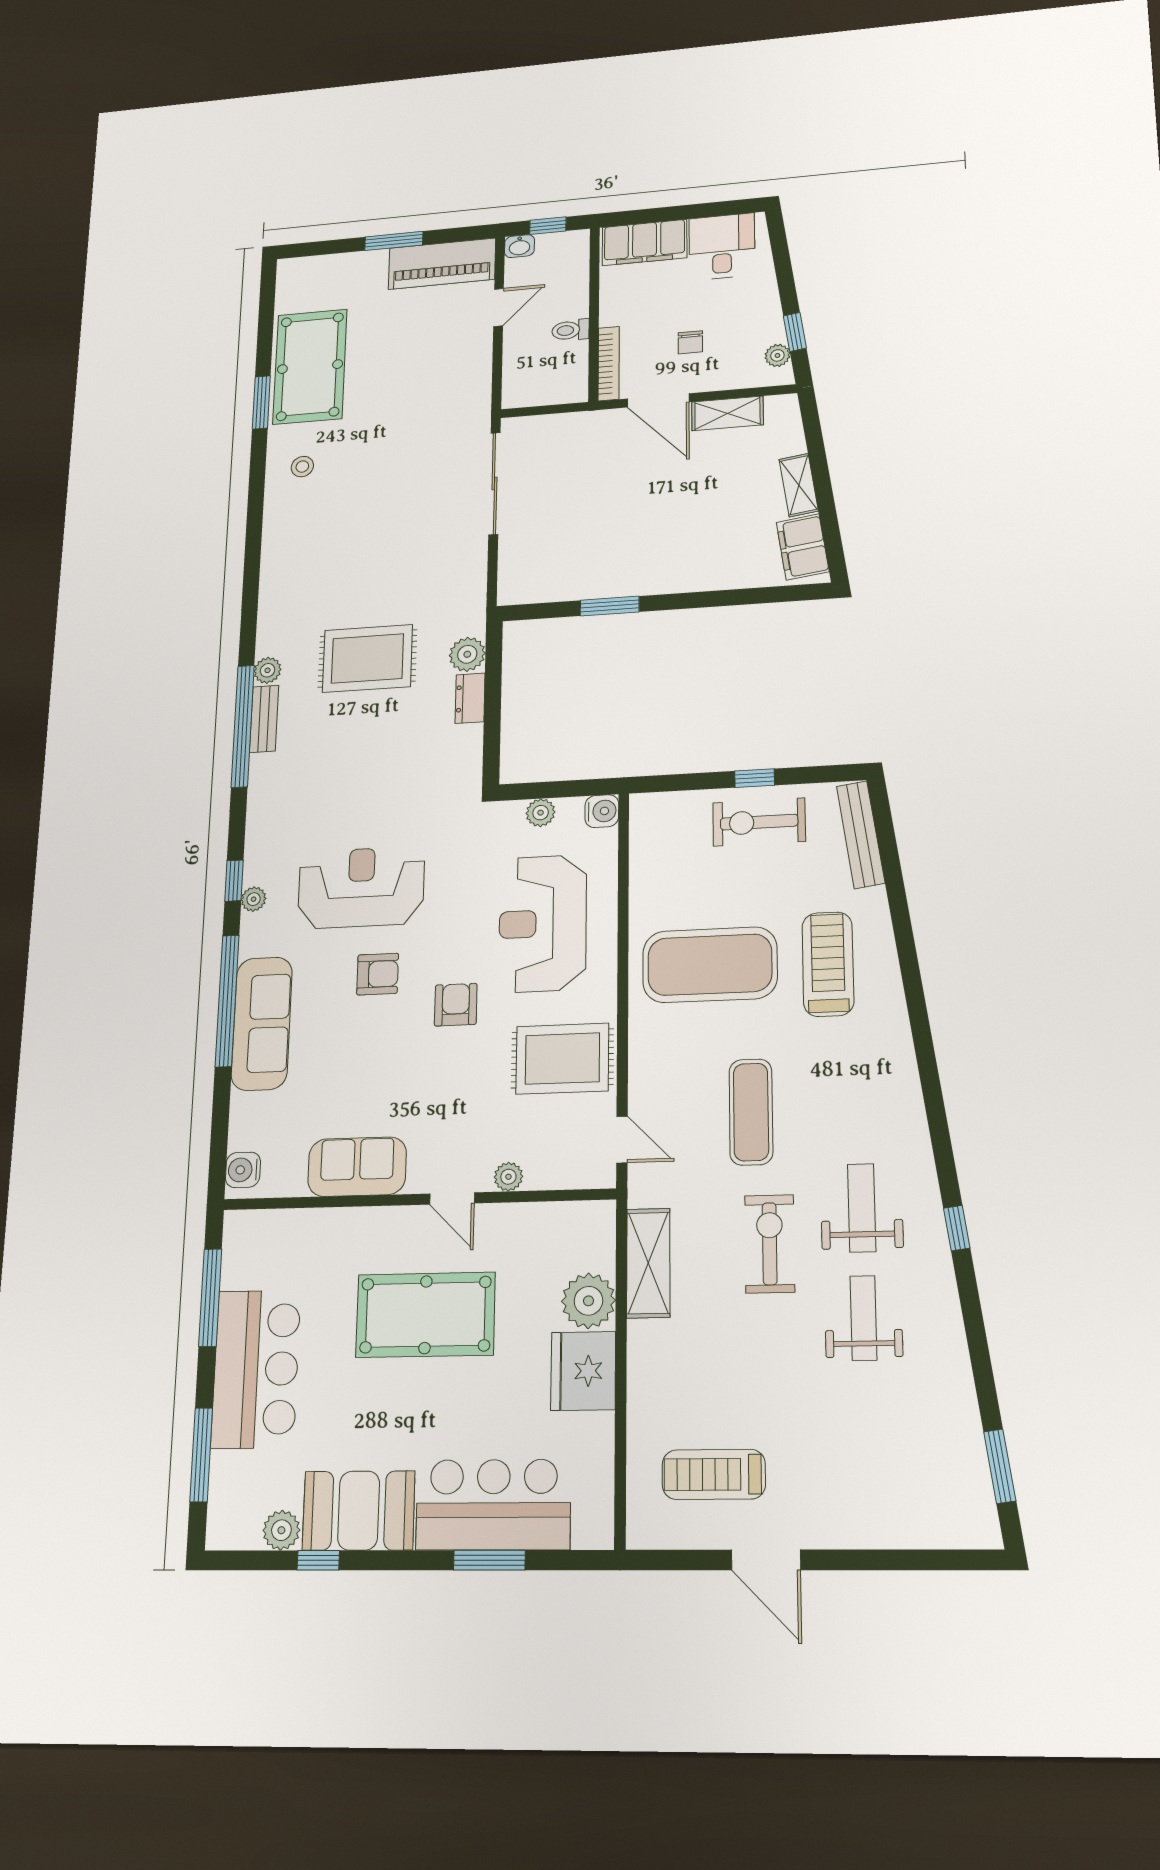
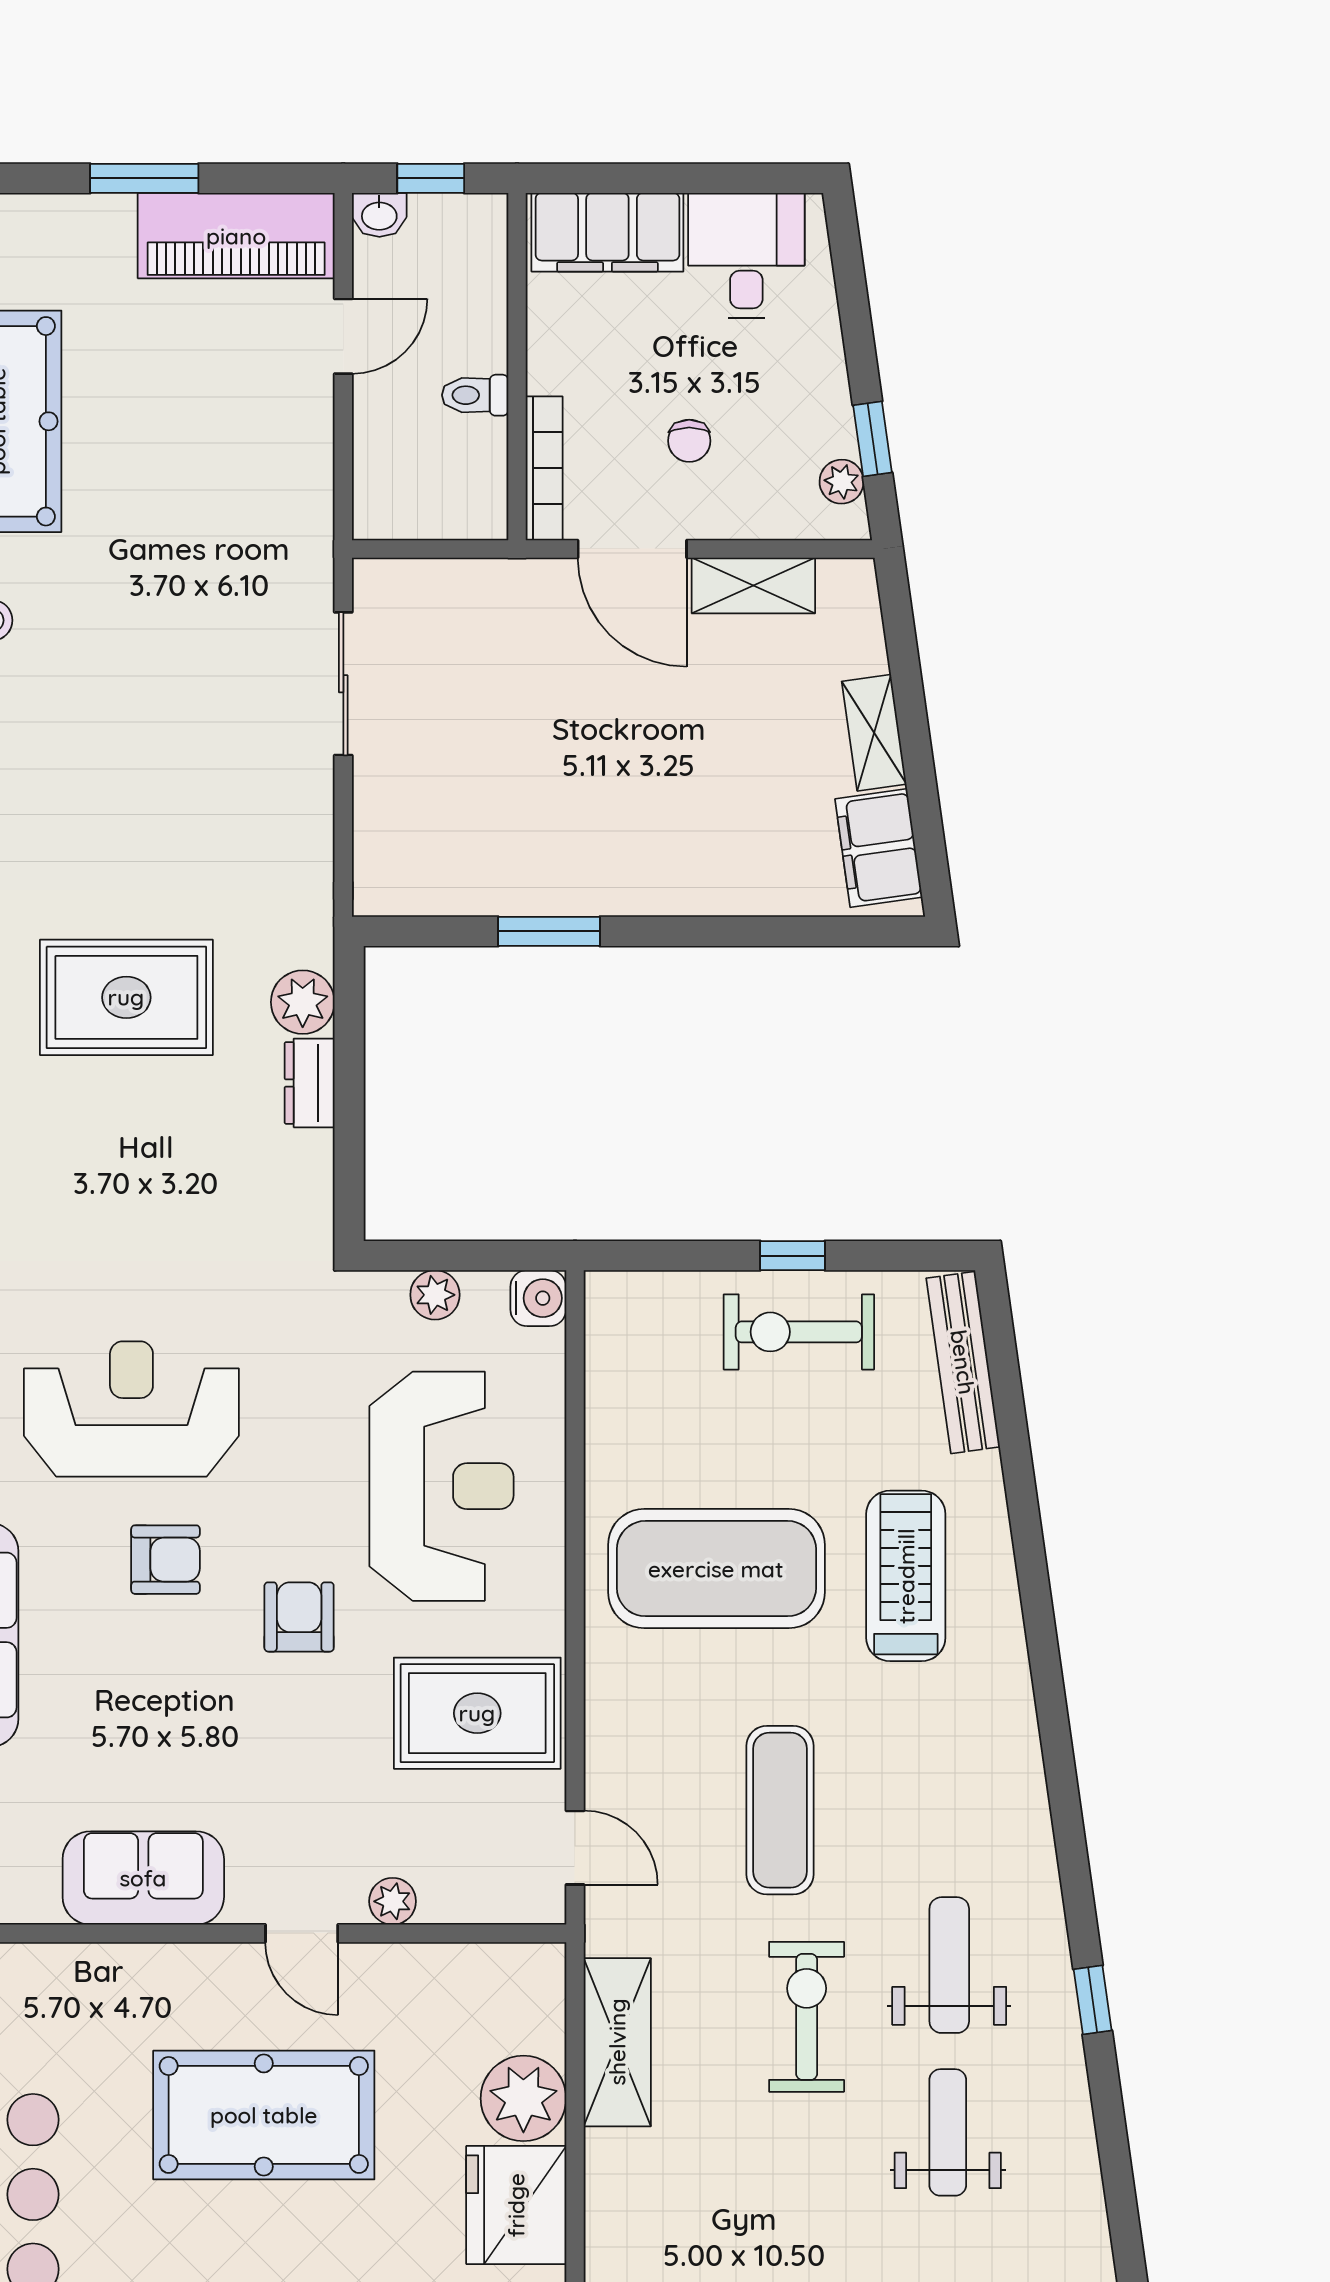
sliding door: (494, 483) -> (343, 684), width x0.73
reception desk: (543, 923) -> (442, 1486), turned 180

